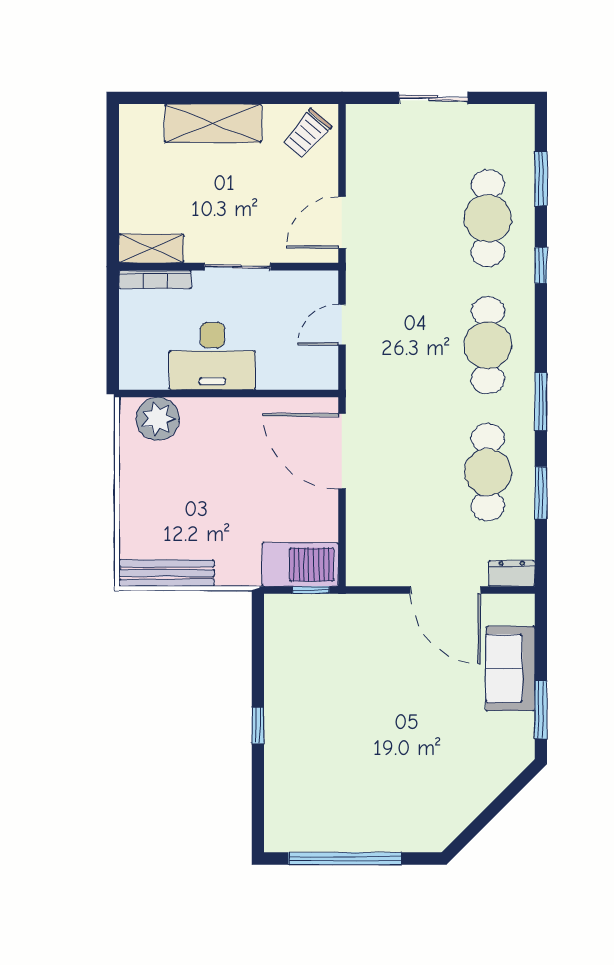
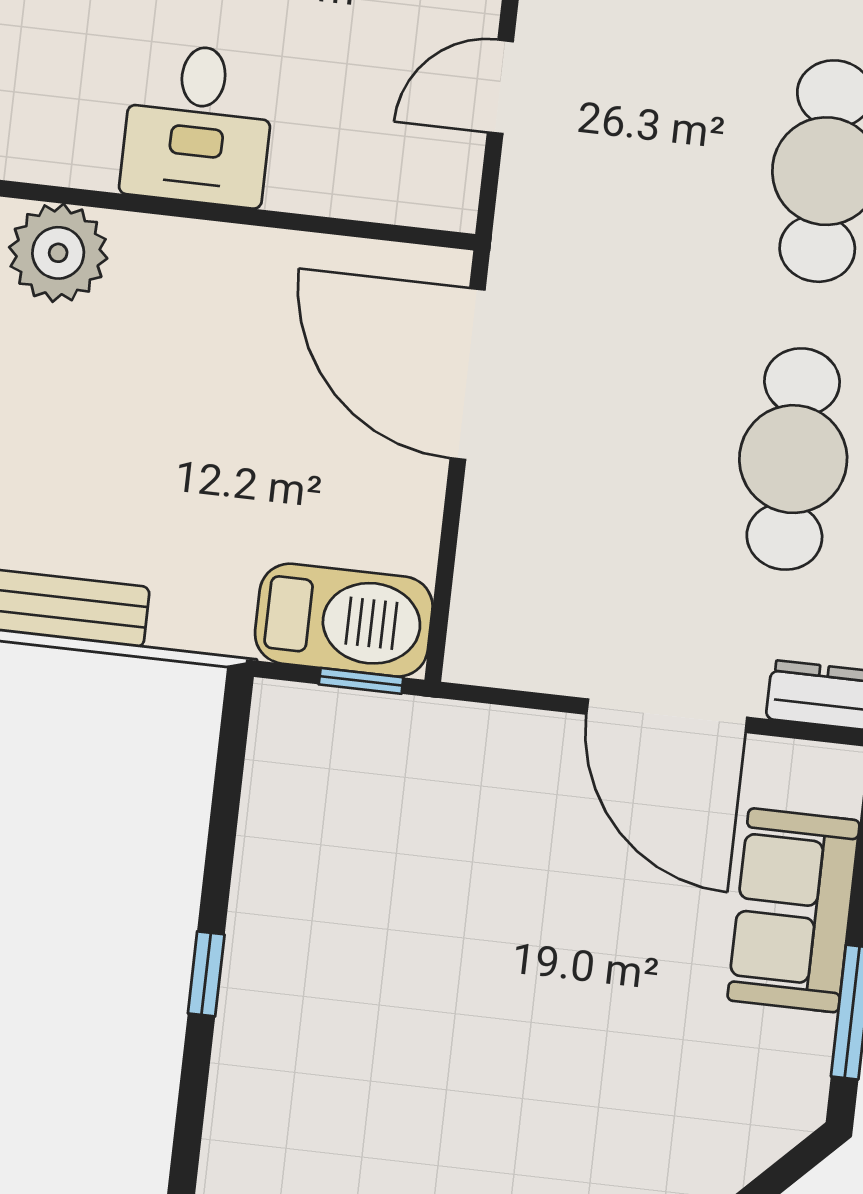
desk: (212, 356) -> (198, 125), width x0.73

